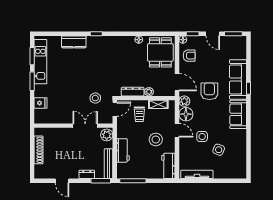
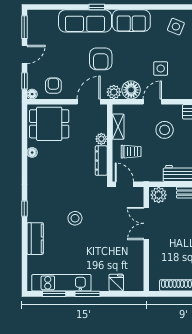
armchair: (209, 91) -> (101, 59), turned -90
stool: (95, 98) -> (75, 218), moved
side table: (219, 150) -> (176, 27), moved

